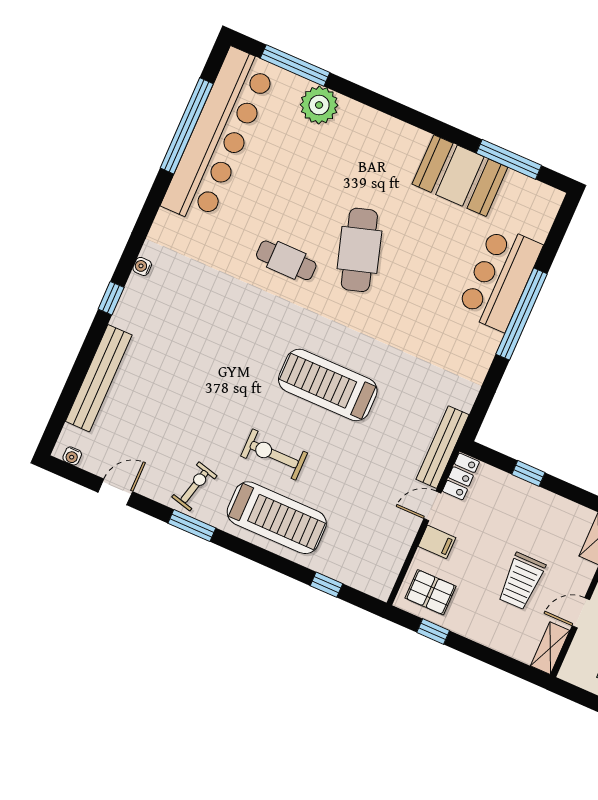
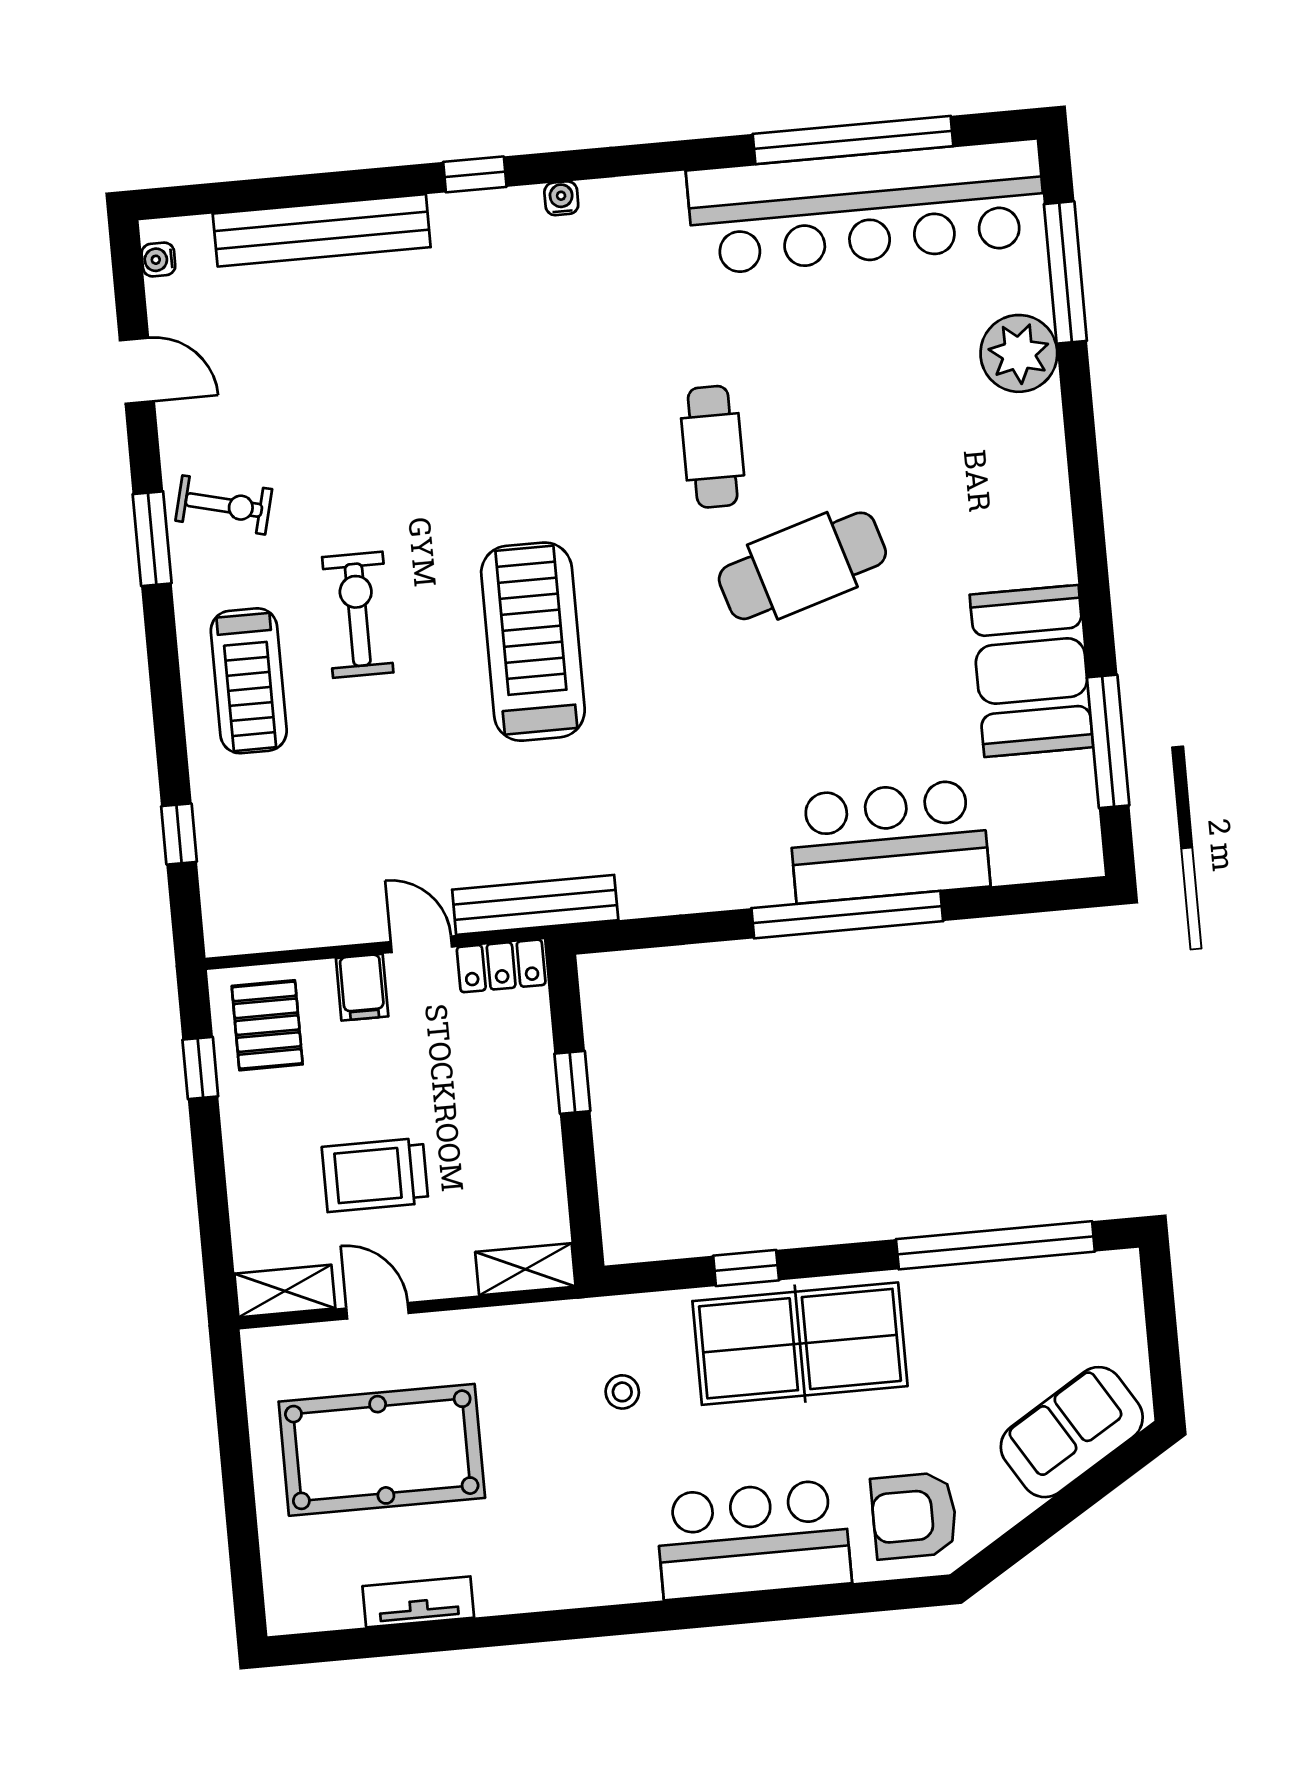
treadmill: (277, 518) -> (249, 681), width x0.73, depth x0.73

